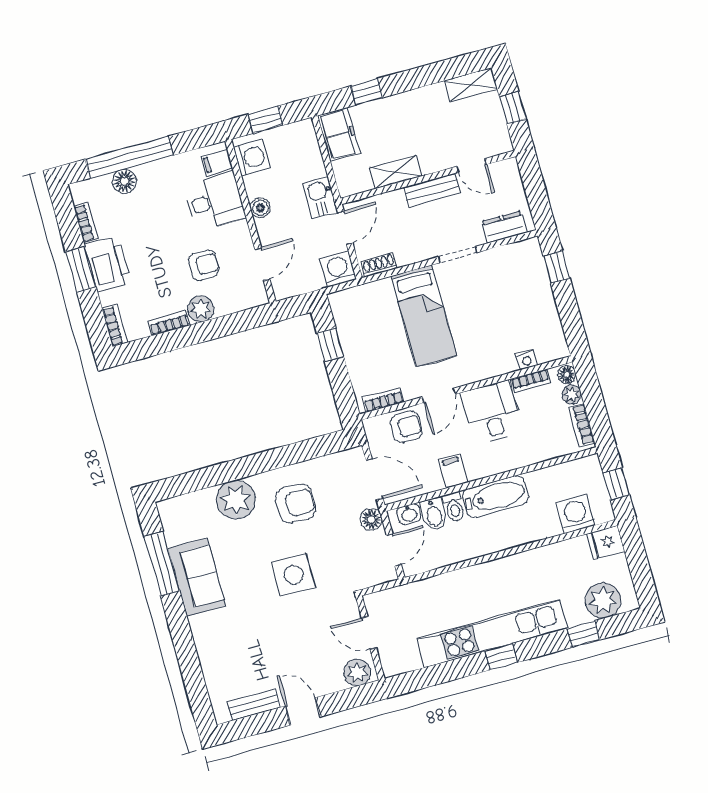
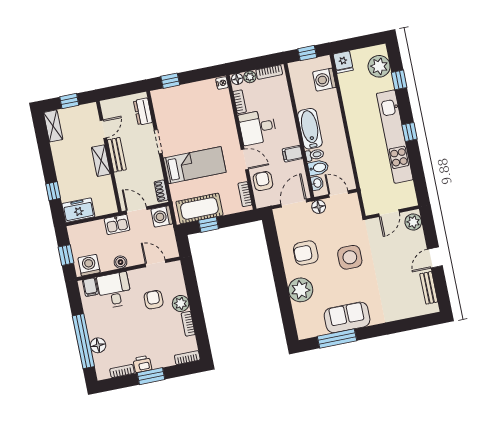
shelving: (396, 172) -> (101, 161), moved
printer: (108, 264) -> (142, 364), width x0.53, depth x0.68
cot: (355, 328) -> (199, 208), added
nightstand: (526, 359) -> (222, 83), moved
armchair: (296, 504) -> (306, 253), turned -90

